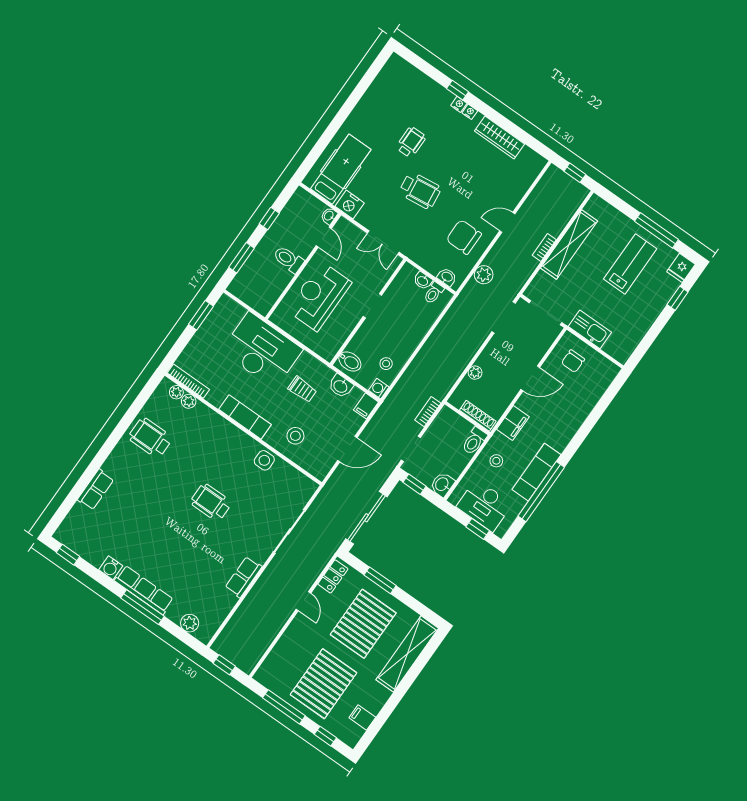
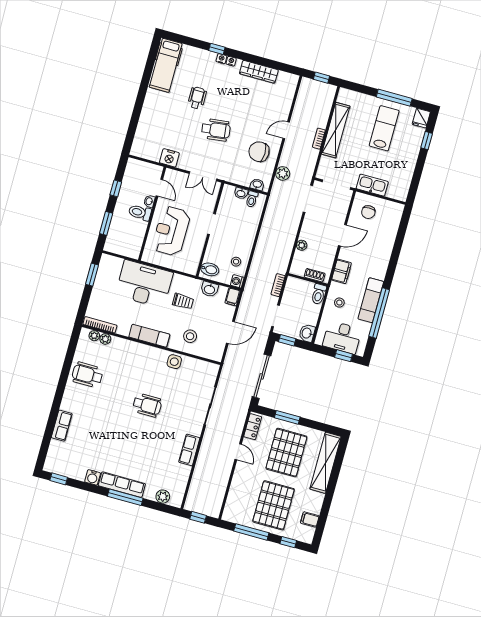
hospital bed: (341, 169) -> (166, 65), moved, turned 180
washbasin: (329, 216) -> (149, 201), moved
shoe rack: (478, 416) -> (315, 275), width x0.70
wheelchair: (211, 502) -> (147, 405), turned 180

